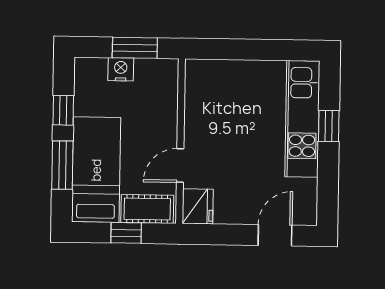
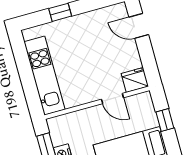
kitchen unit: (302, 119) -> (45, 76), moved, turned -90
cot: (147, 209) -> (146, 111), removed

